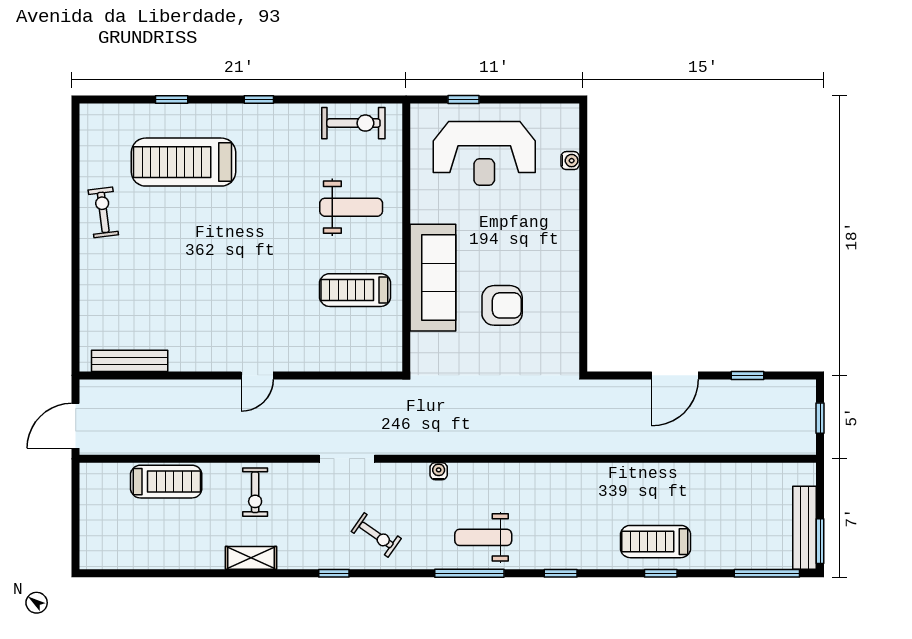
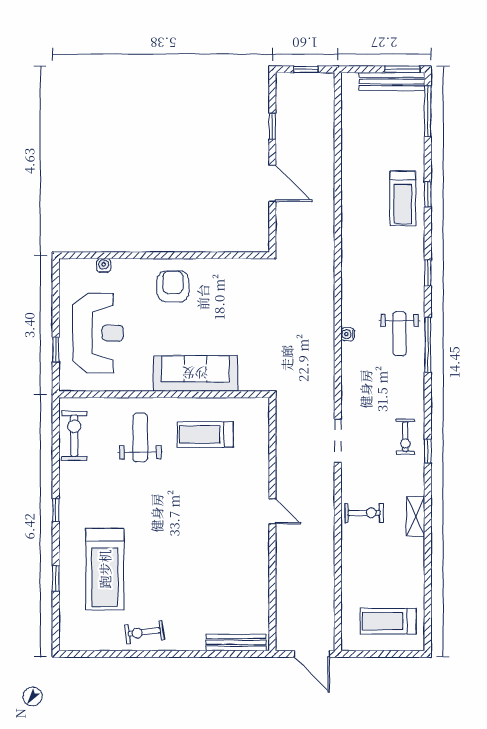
treadmill: (355, 290) -> (205, 434), turned 90
armchair: (502, 305) -> (173, 286), moved
bench: (130, 361) -> (236, 642), moved, turned 90
water cooler: (439, 471) -> (348, 334), moved
treadmill: (166, 482) -> (388, 621), moved, turned -90
exercise bike: (376, 535) -> (405, 437), moved, turned 145

